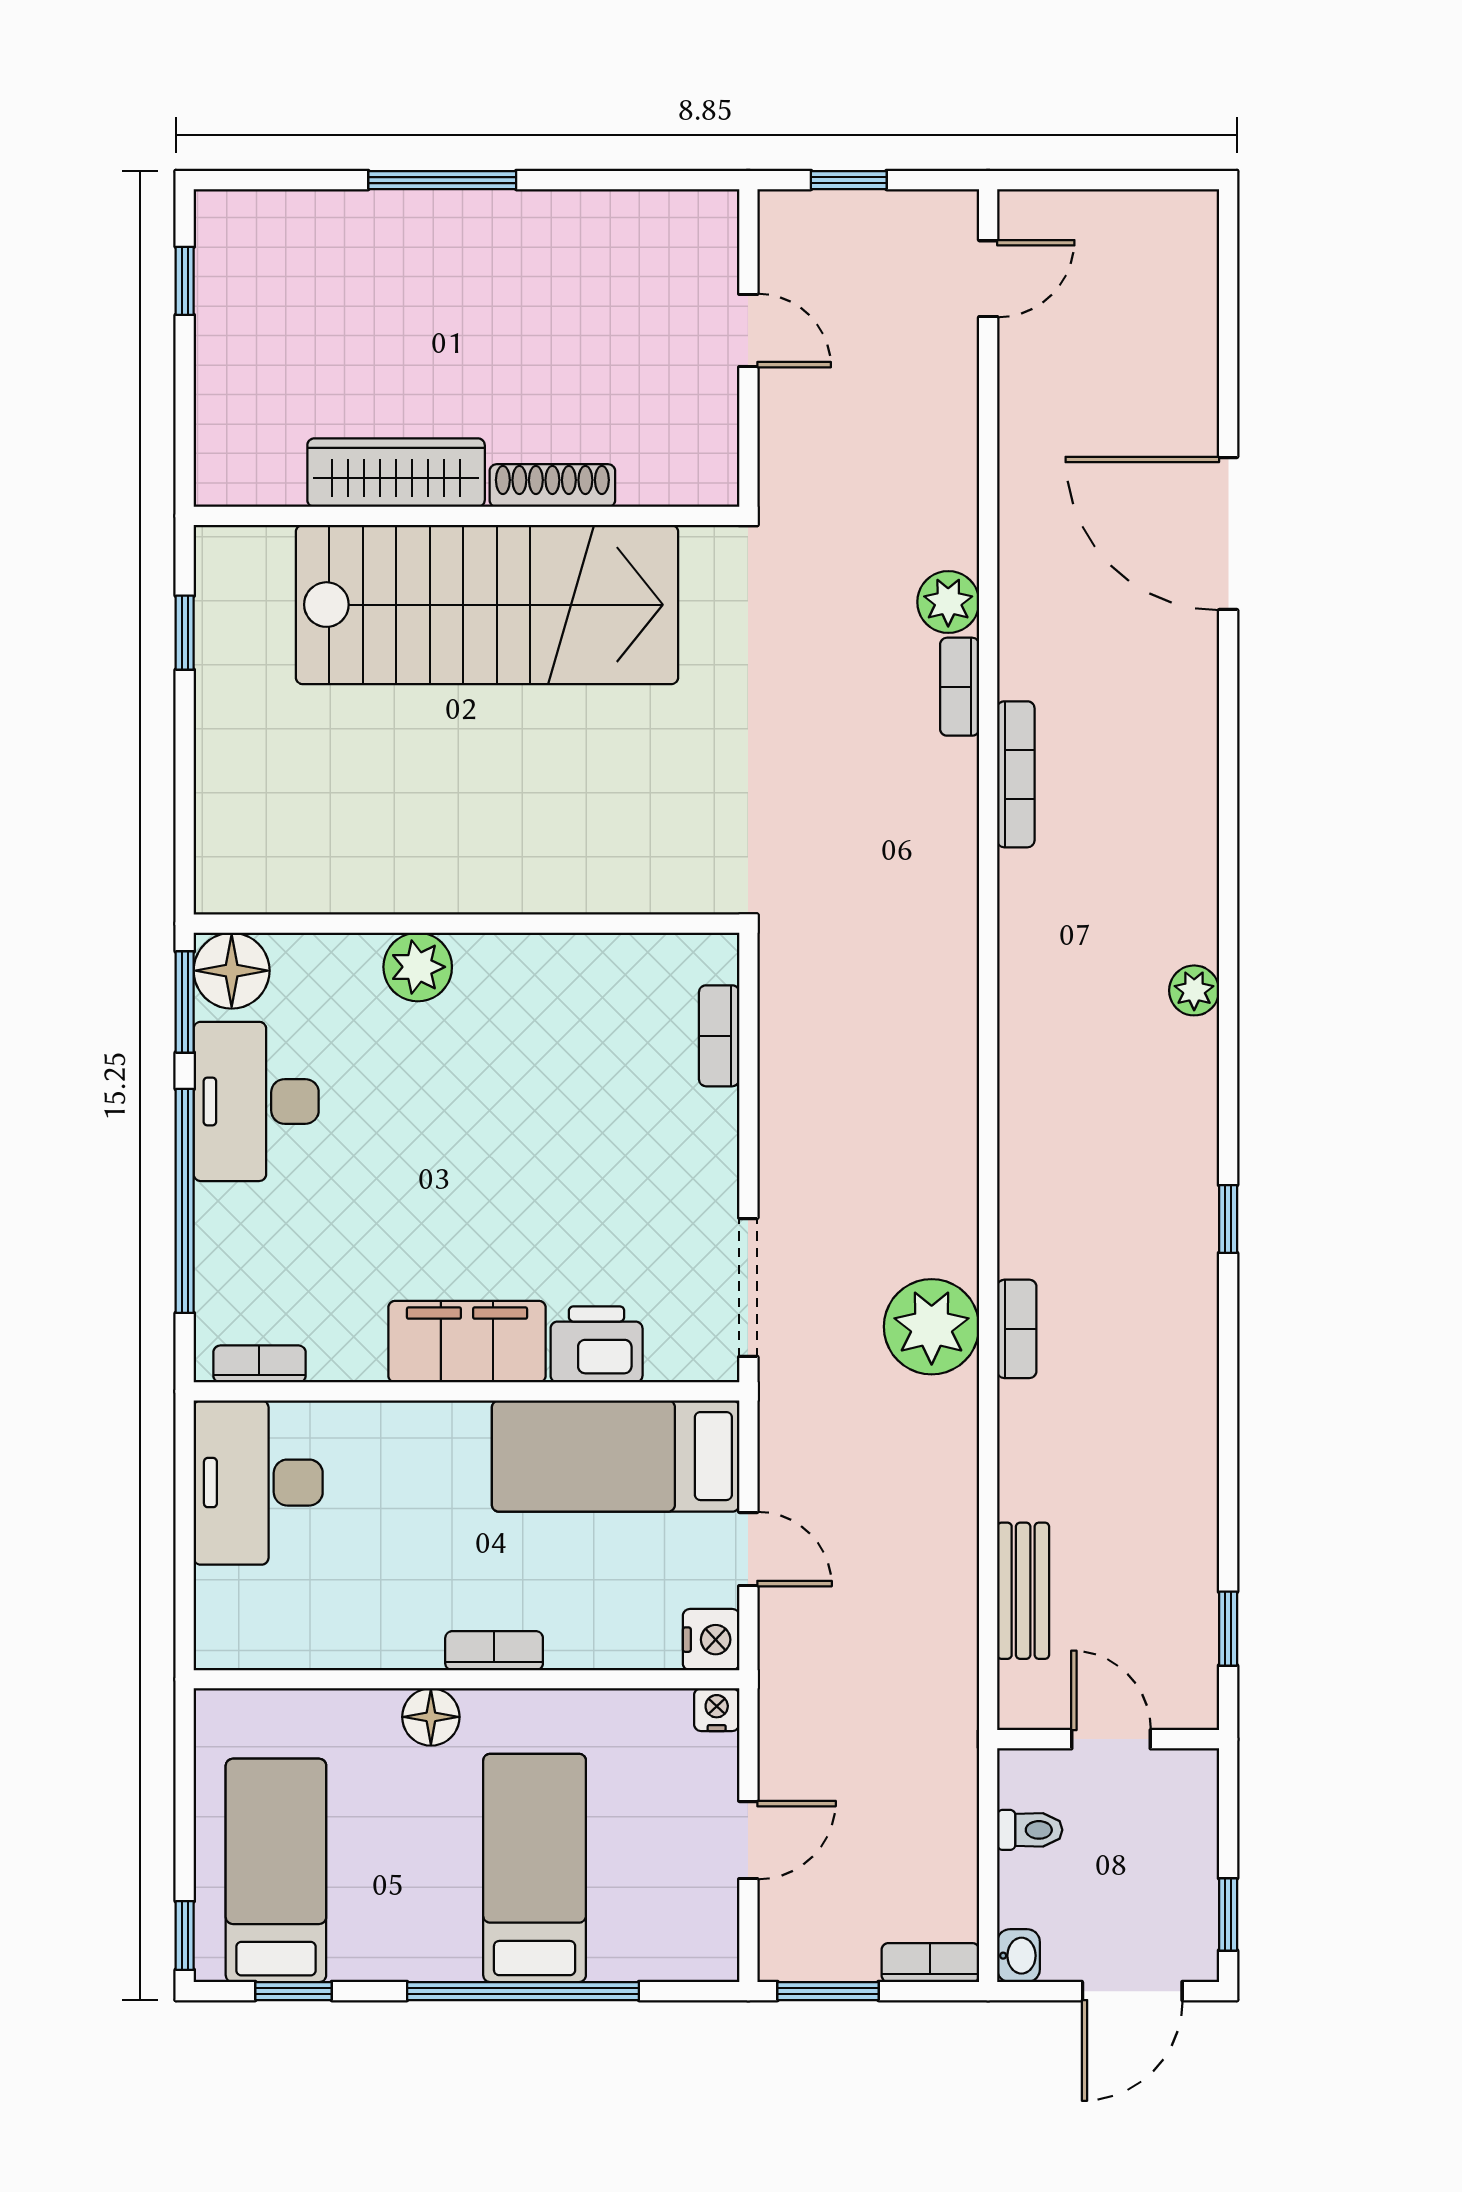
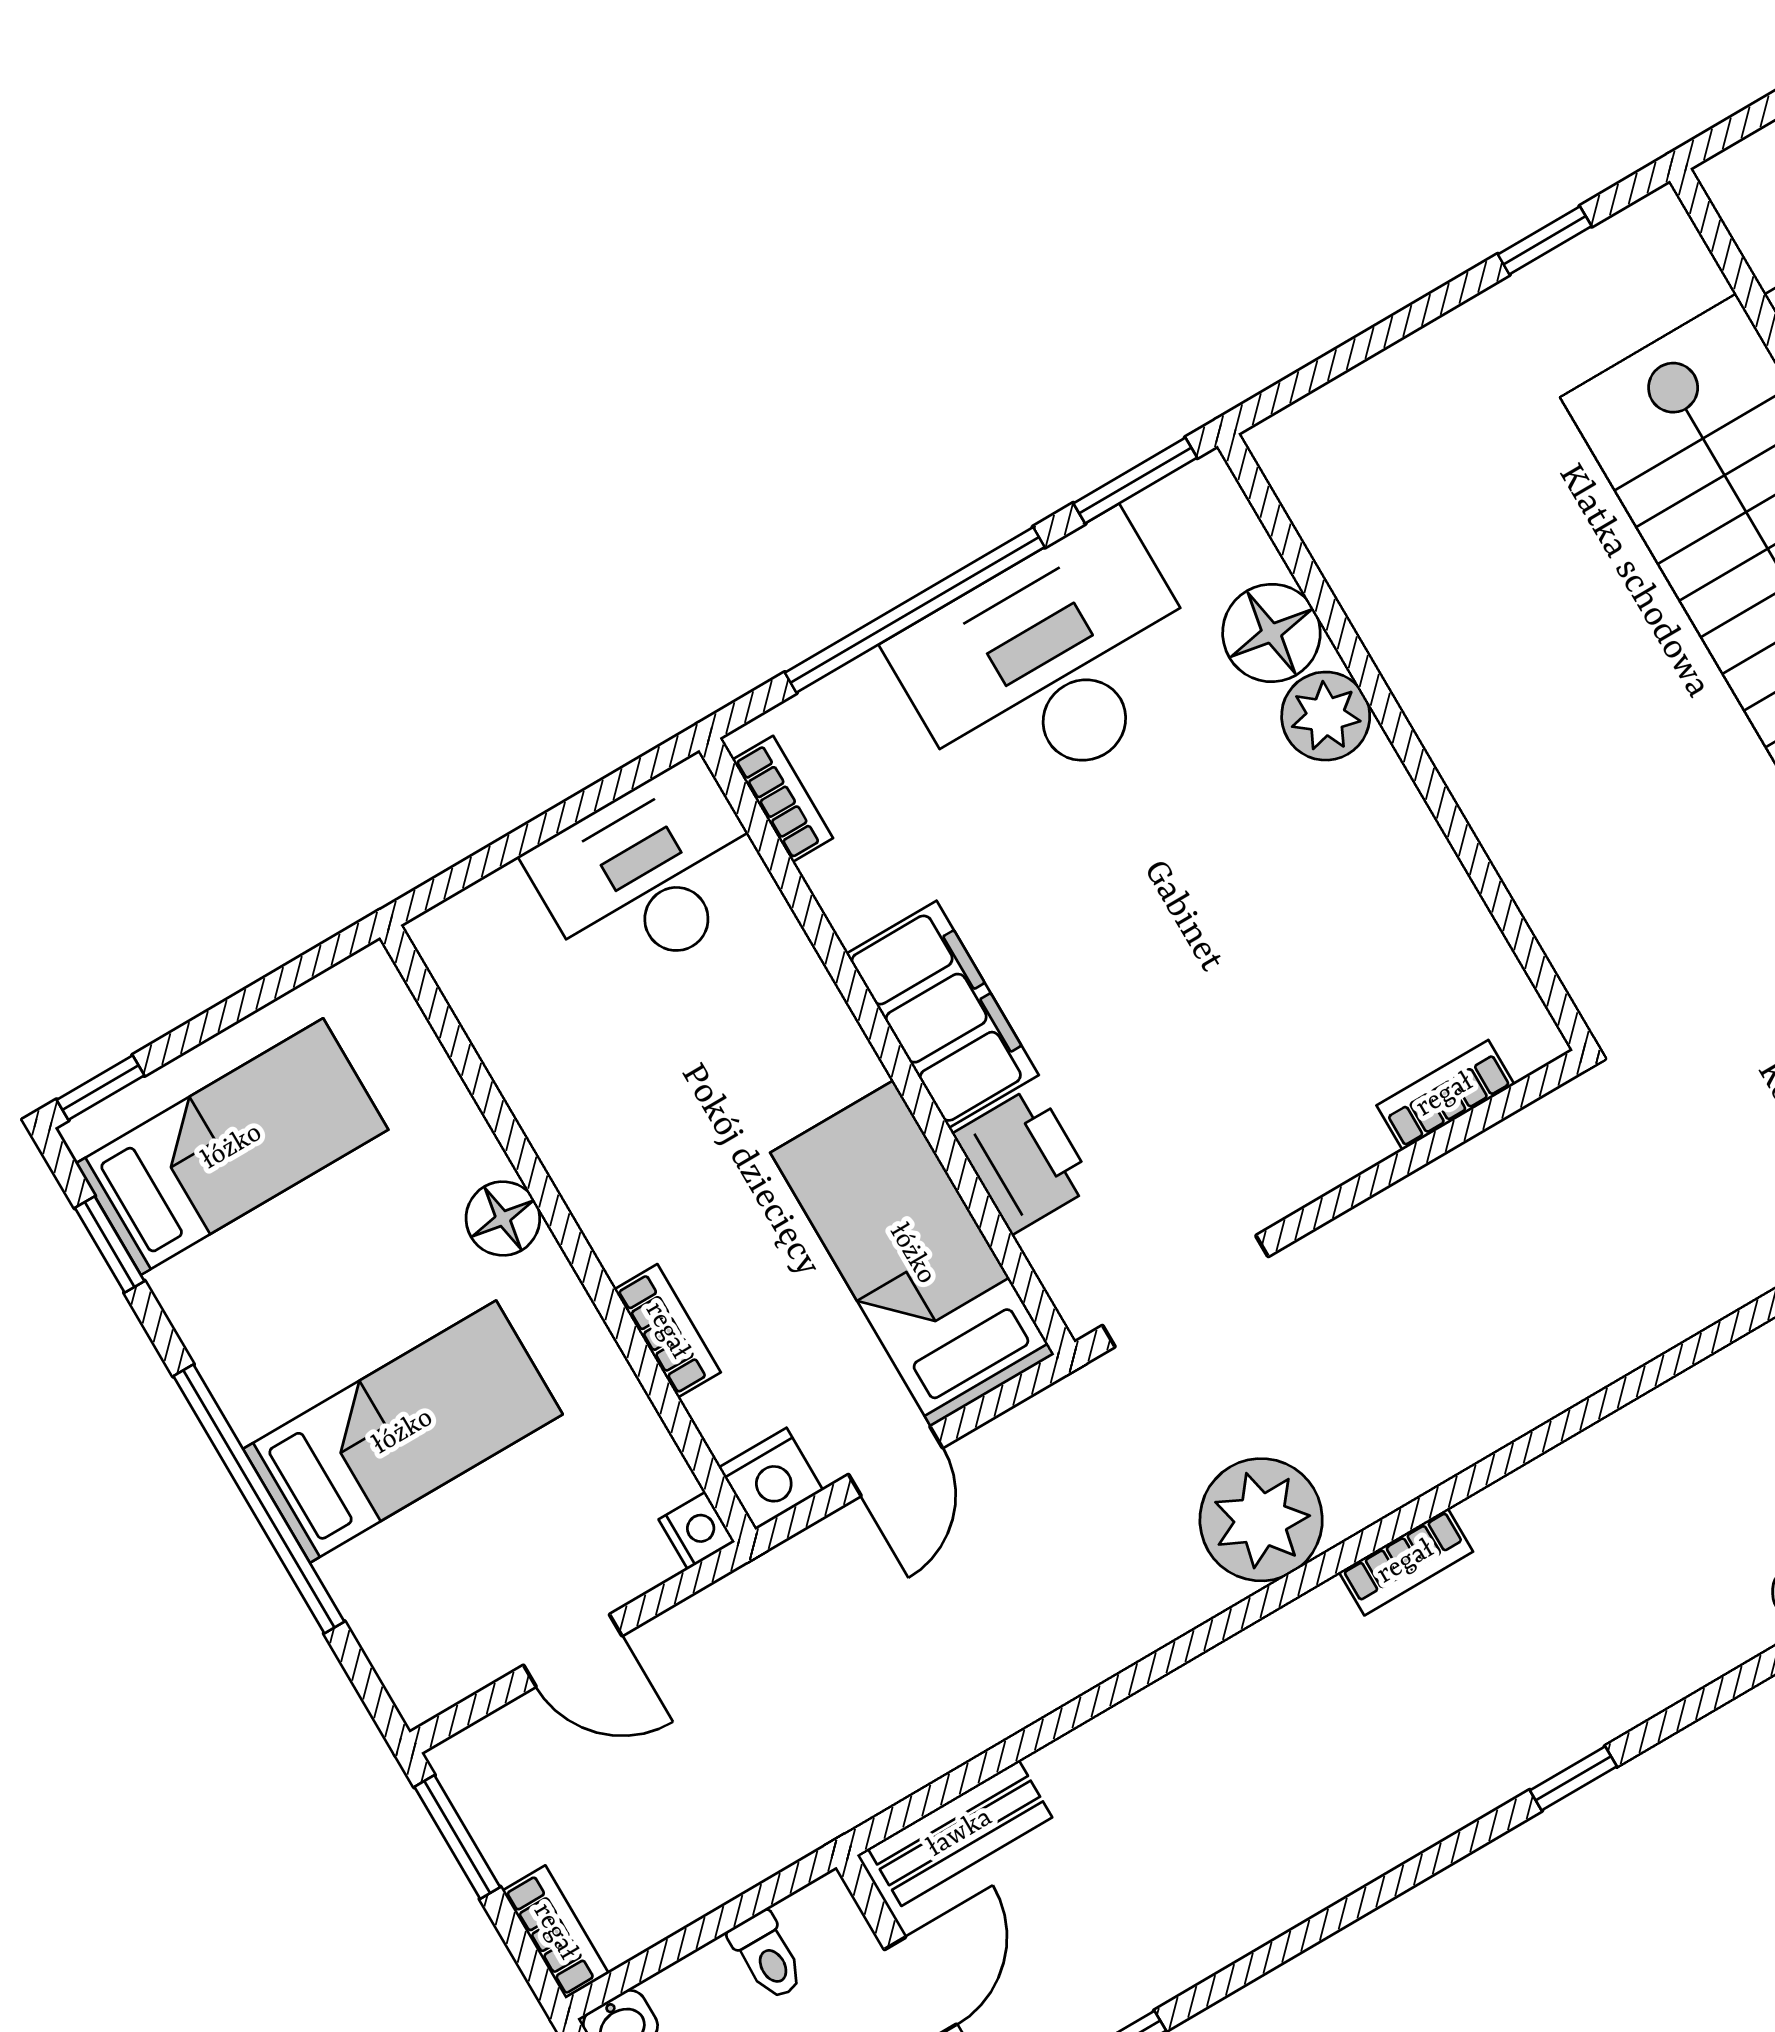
floor lamp: (232, 971) -> (1271, 633), moved
desk: (256, 1101) -> (1052, 664), width x1.36, depth x1.30
bookcase: (1017, 1329) -> (1406, 1562), moved
bench: (1023, 1591) -> (960, 1833), moved
bookcase: (494, 1651) -> (667, 1331), moved

